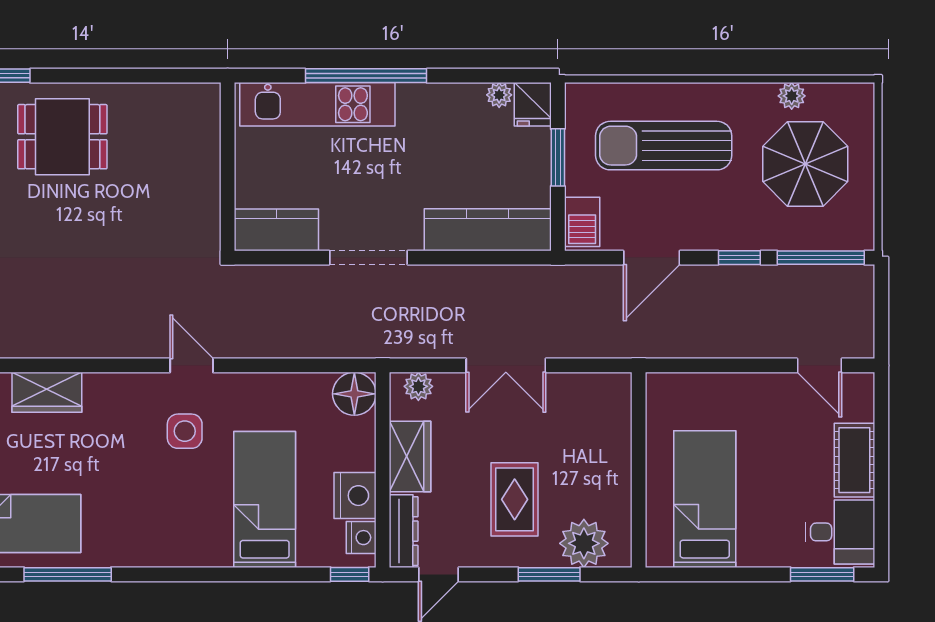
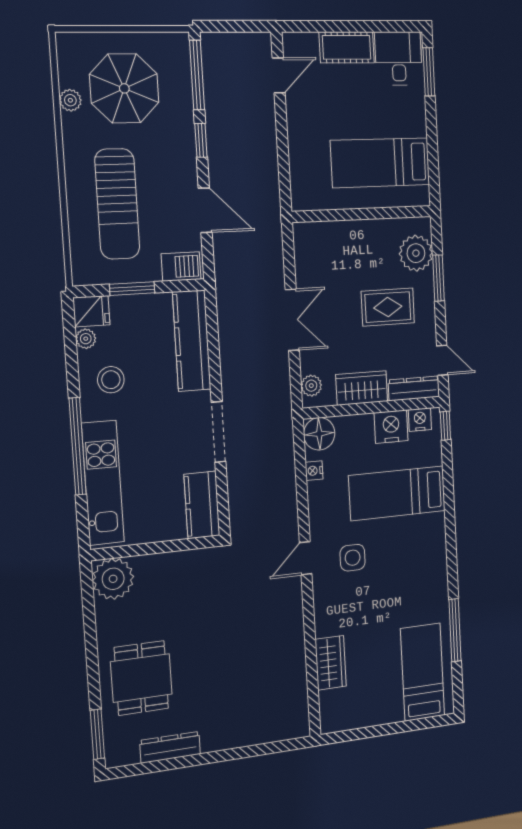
plant: (194, 109) -> (113, 579), added
stool: (446, 123) -> (111, 380), added
nightstand: (306, 384) -> (314, 471), added

